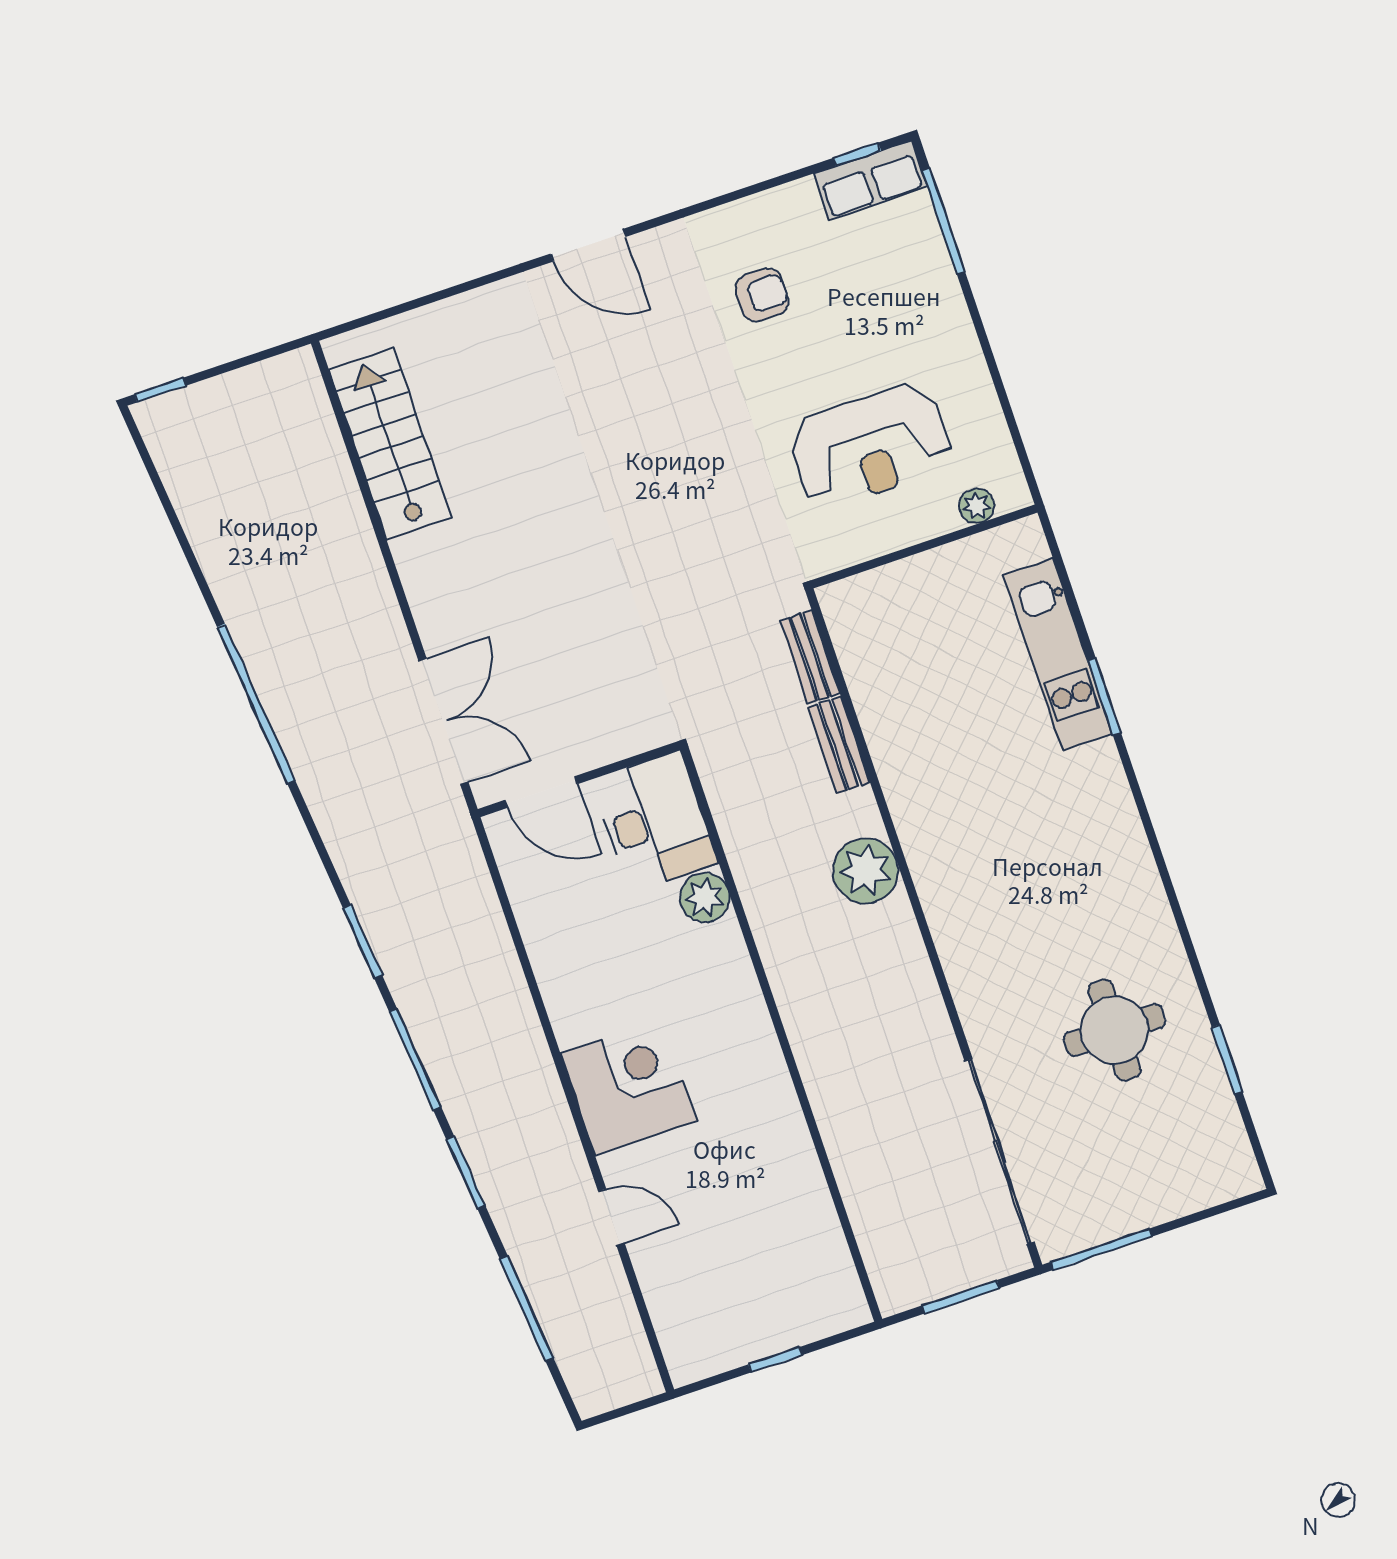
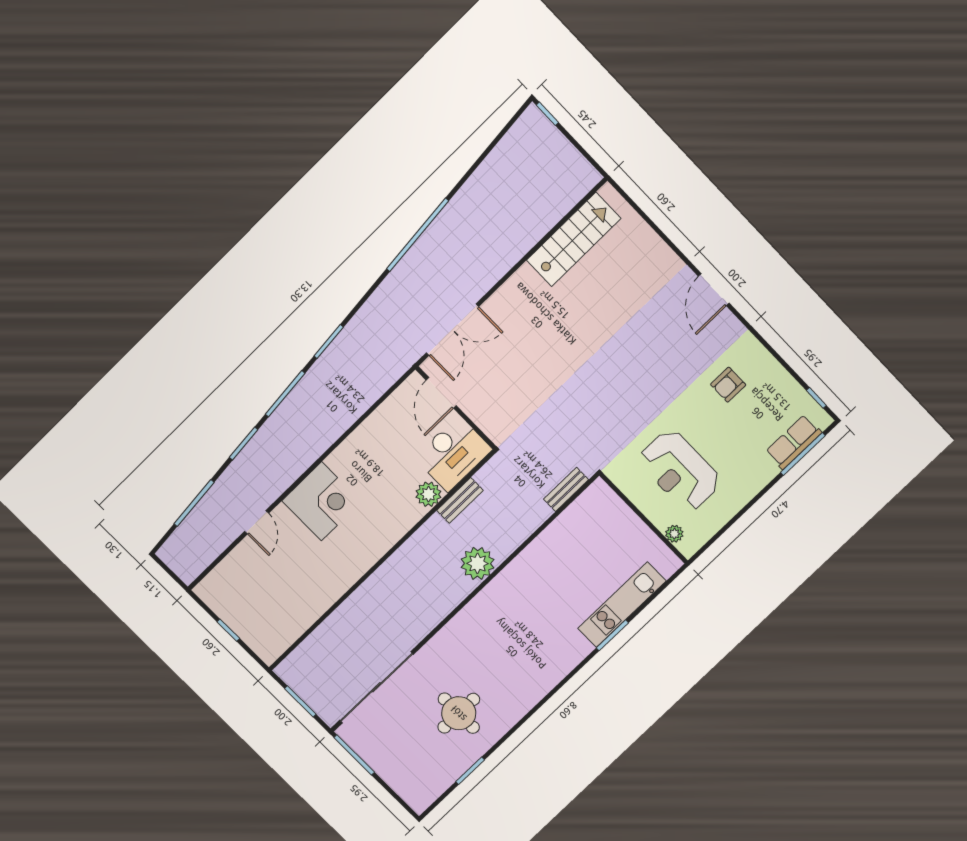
row of seats: (870, 180) -> (794, 442), moved, turned 90
armchair: (762, 295) -> (728, 385), turned 90
bench: (839, 745) -> (460, 500), moved

